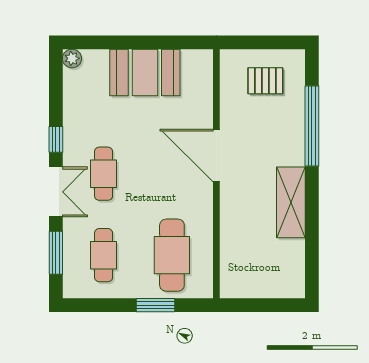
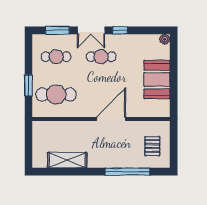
shelving: (291, 202) -> (67, 160), moved

